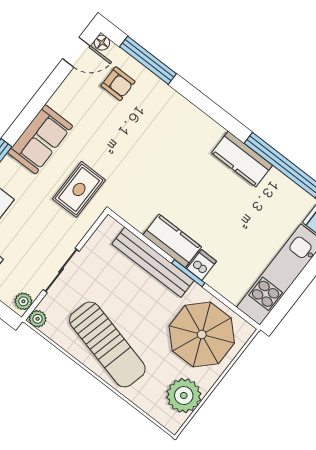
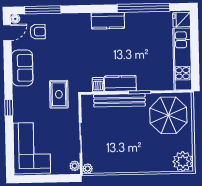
sofa: (40, 139) -> (22, 68), moved
kitchen counter: (242, 159) -> (108, 21), moved
dishwasher: (202, 265) -> (98, 85), moved
sun lounger: (107, 344) -> (129, 155), removed
plant: (184, 396) -> (183, 161), moved

